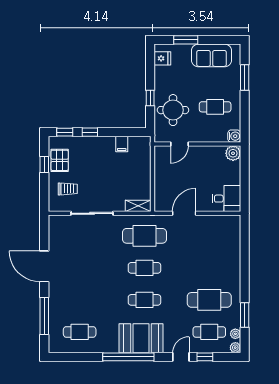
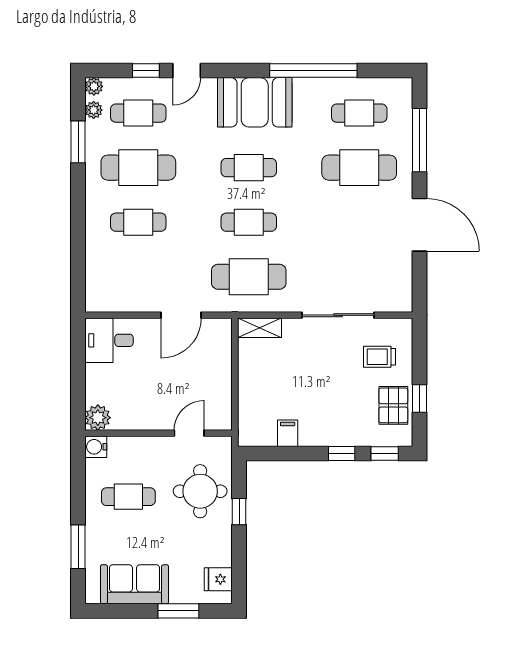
cafe table: (209, 268) -> (138, 222), added
cafe table: (80, 300) -> (359, 168), added
window: (128, 357) -> (313, 70), moved

